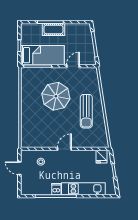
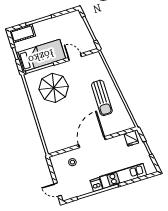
cot: (53, 29) -> (23, 33), moved
door: (73, 66) -> (75, 57), hinge flipped
parasol: (56, 96) -> (54, 88), moved
door: (64, 149) -> (92, 142), width x1.87
door: (19, 168) -> (58, 190), moved

